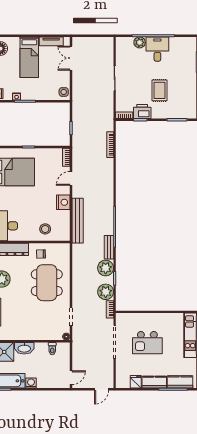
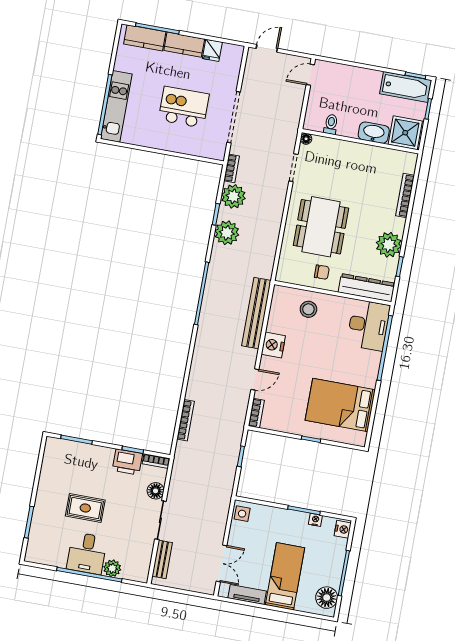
rug: (159, 90) -> (85, 508), moved, turned 90
floor lamp: (121, 96) -> (156, 491), added
bench: (109, 247) -> (162, 559), moved
washing machine: (31, 383) -> (373, 78), removed

